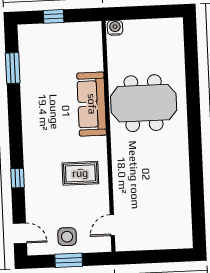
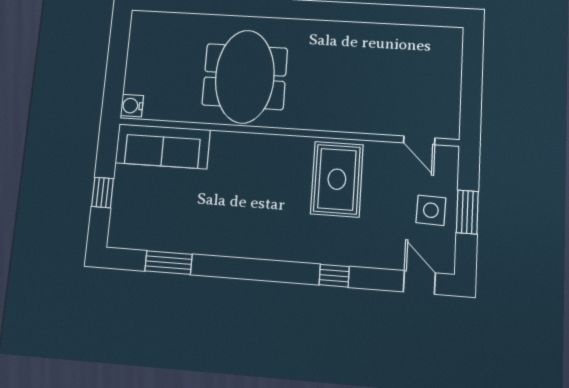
sofa: (92, 104) -> (163, 146), moved
rug: (80, 173) -> (337, 179), width x1.36, depth x1.43
door: (20, 233) -> (419, 282), hinge flipped

